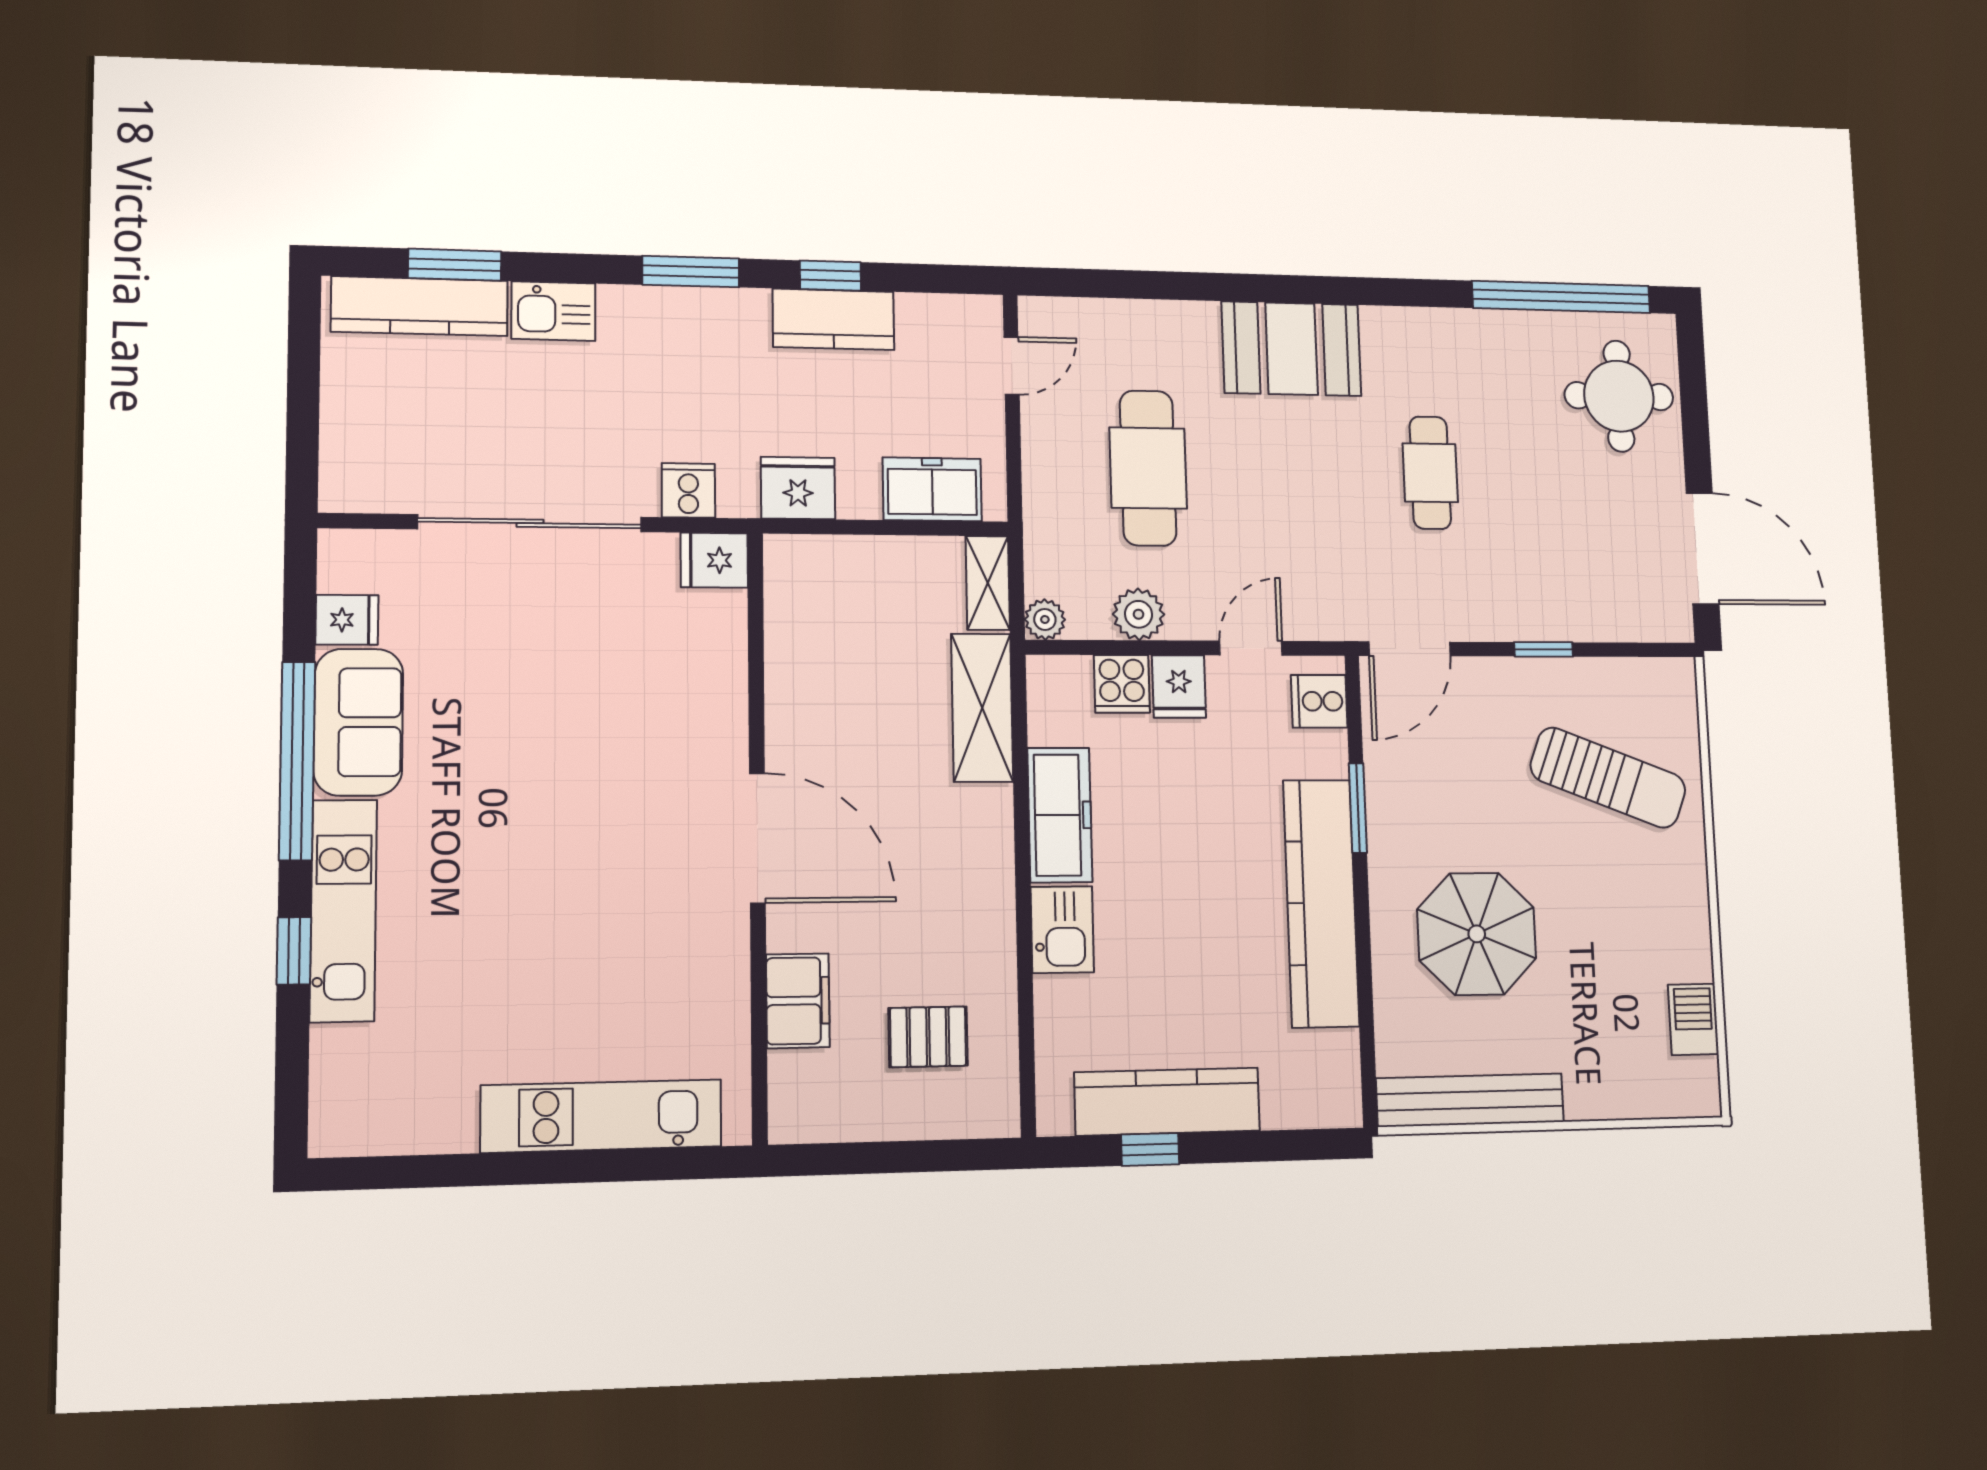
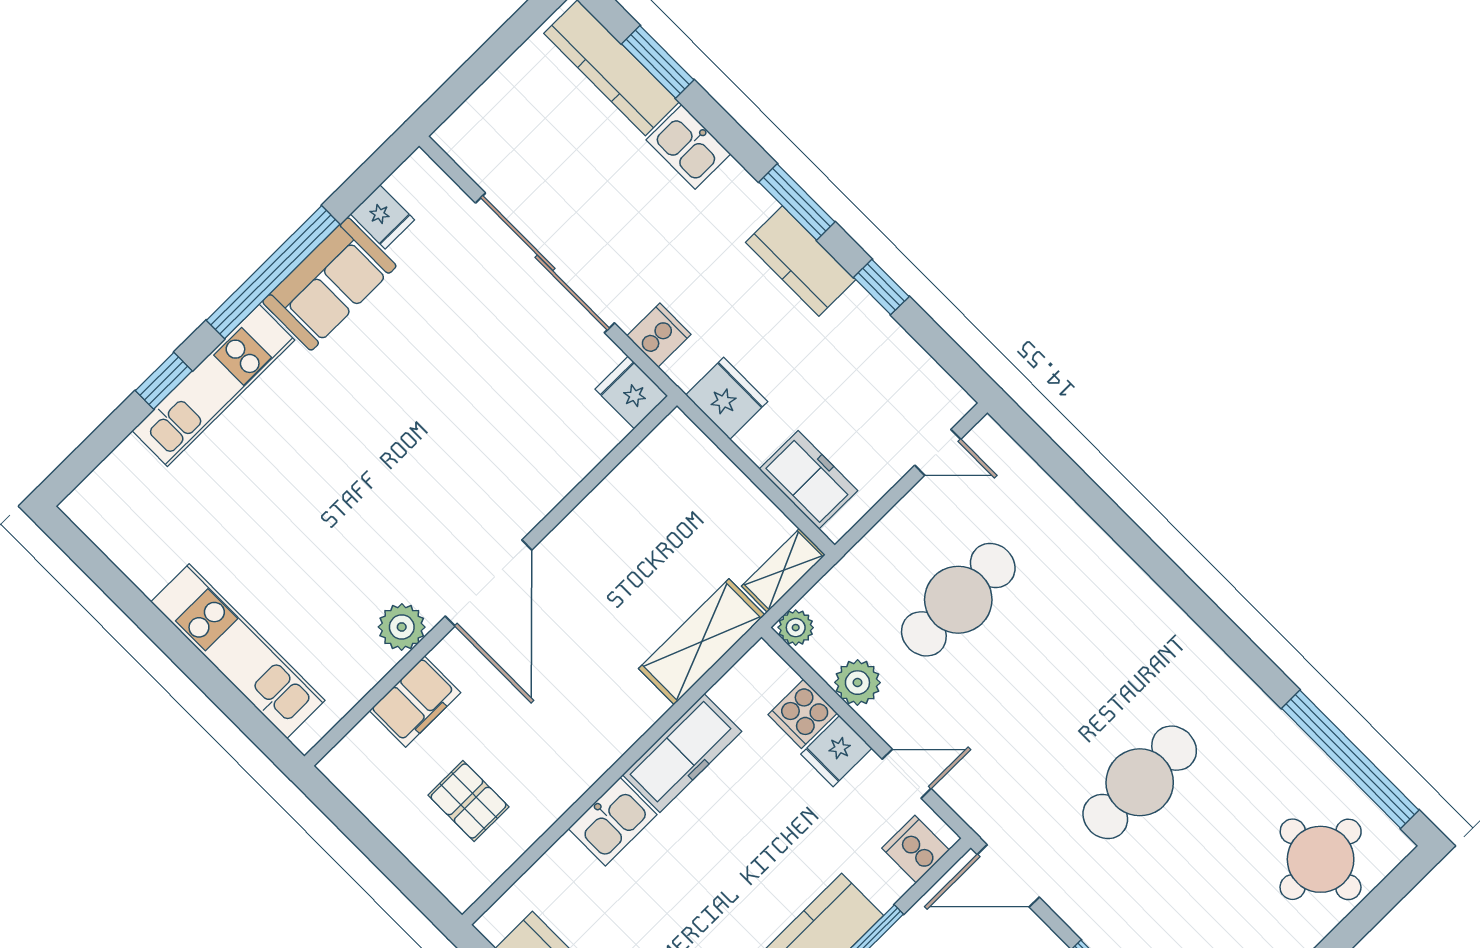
kitchen counter: (834, 319) -> (801, 261), moved
booth: (1292, 349) -> (1131, 617), removed
cafe table: (1430, 473) -> (1140, 782), width x1.37, depth x1.35
plant: (722, 950) -> (402, 627), added

